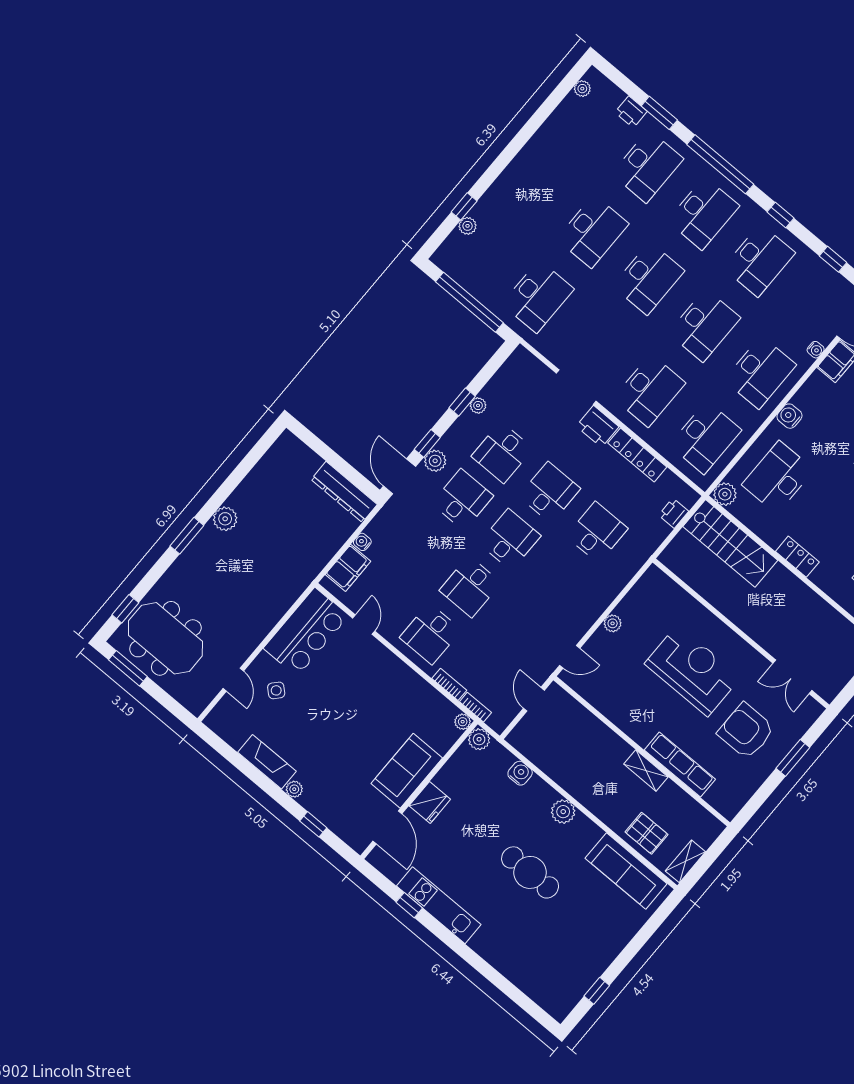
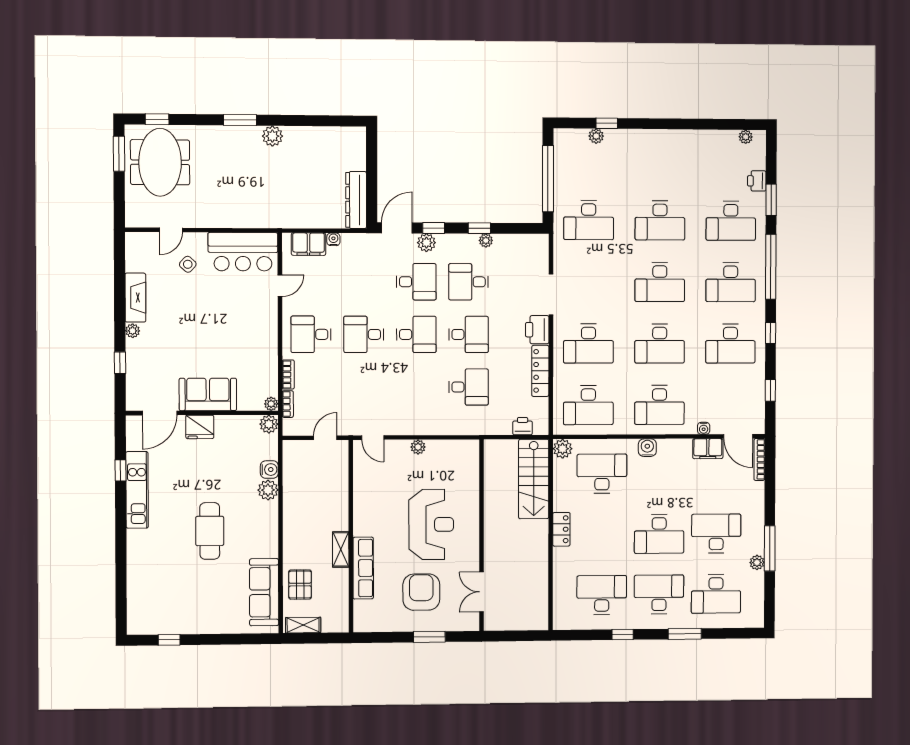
plant: (563, 812) -> (268, 490), moved

